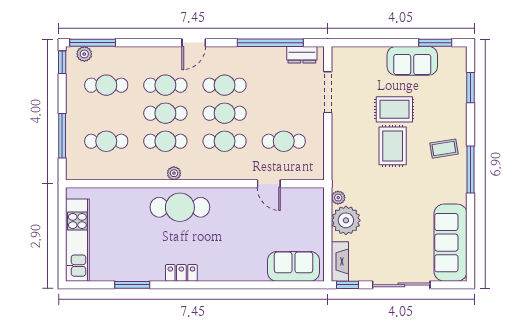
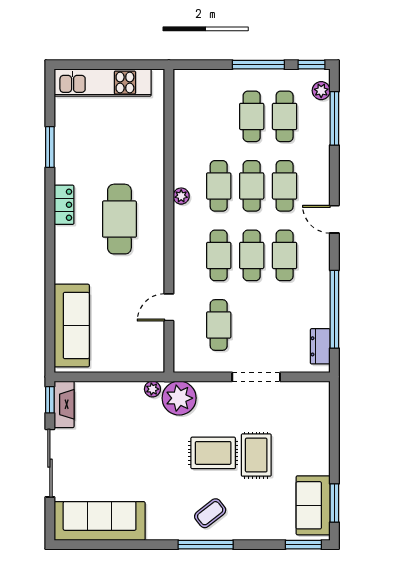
window: (93, 43) -> (334, 118), moved
sofa: (412, 61) -> (313, 505), moved
window: (471, 88) -> (303, 545), moved
doorway: (328, 92) -> (256, 377), moved
window: (62, 136) -> (258, 65), moved
cafe table: (106, 141) -> (252, 116), moved
coffee table: (444, 149) -> (210, 513), turned 61
window: (471, 169) -> (206, 545), moved
cafe table: (180, 207) -> (119, 219), moved
plant: (346, 220) -> (179, 398), moved
fireplace: (340, 261) -> (64, 404), moved, turned -90
sofa: (294, 266) -> (72, 326), width x1.36

